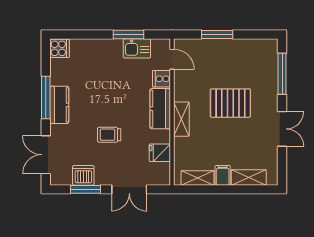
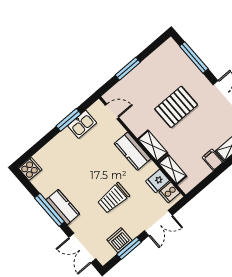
cooker: (162, 79) -> (170, 192), moved
trolley: (109, 135) -> (113, 198), width x1.36, depth x1.39
shelving: (198, 178) -> (173, 169), moved, turned 90

